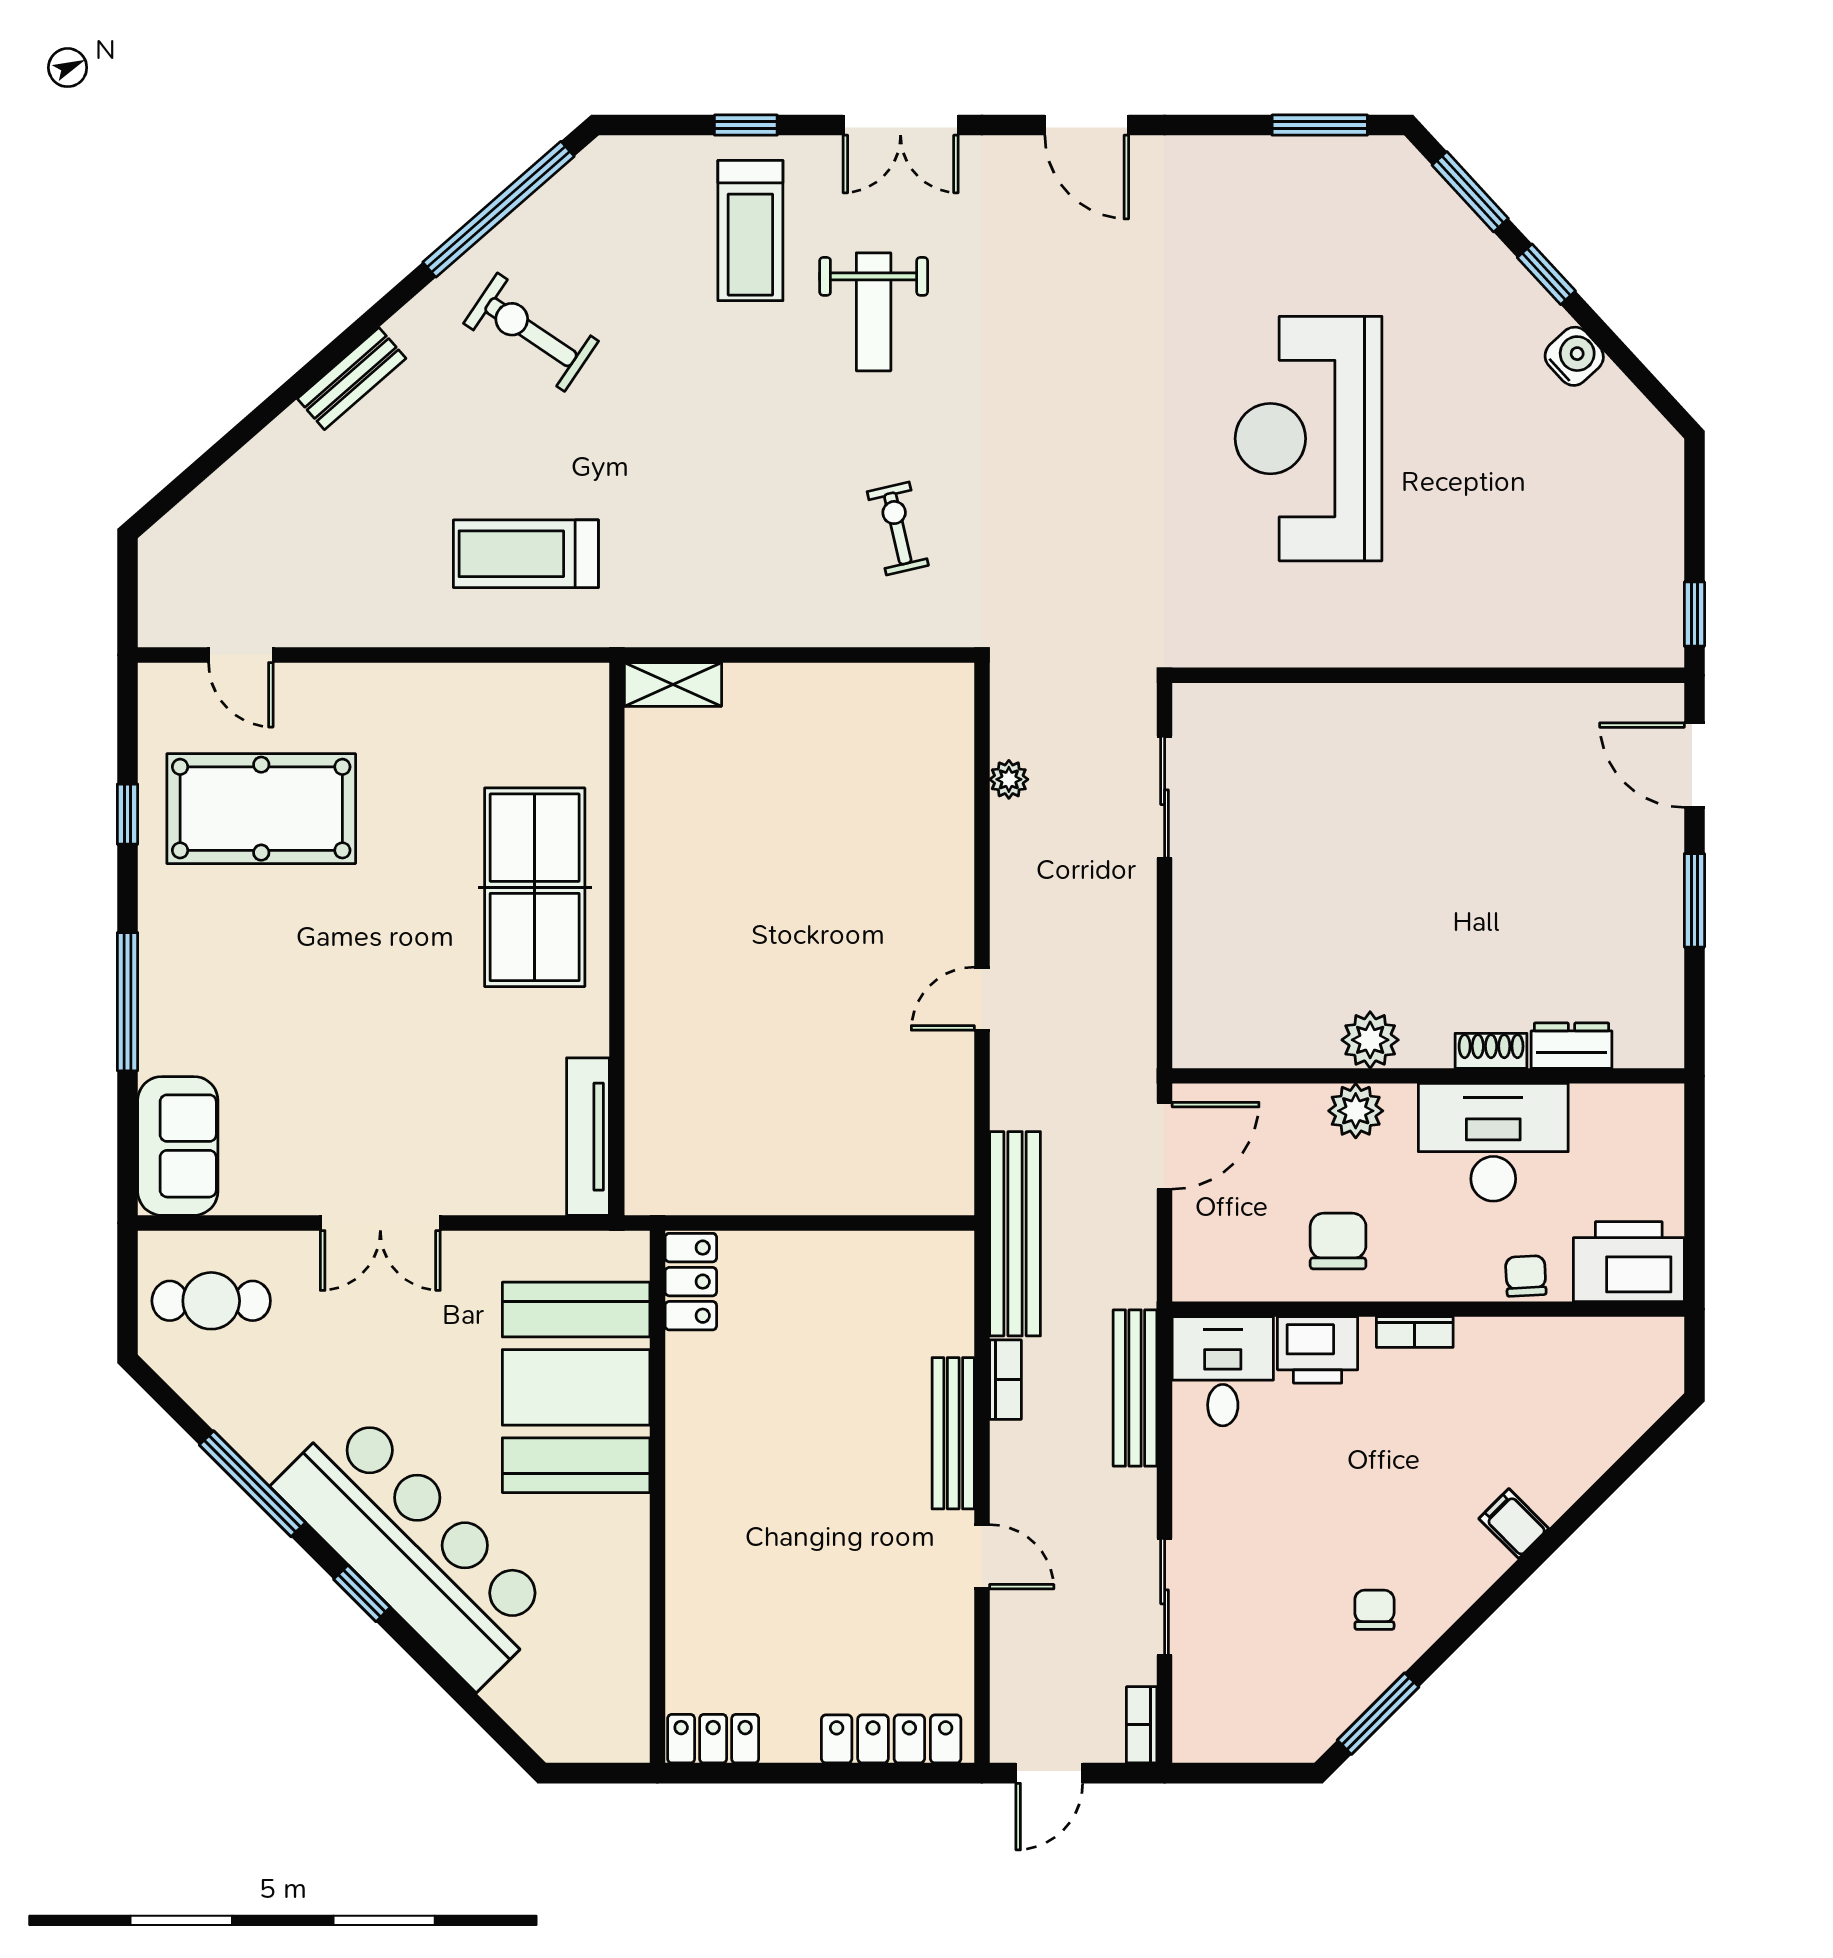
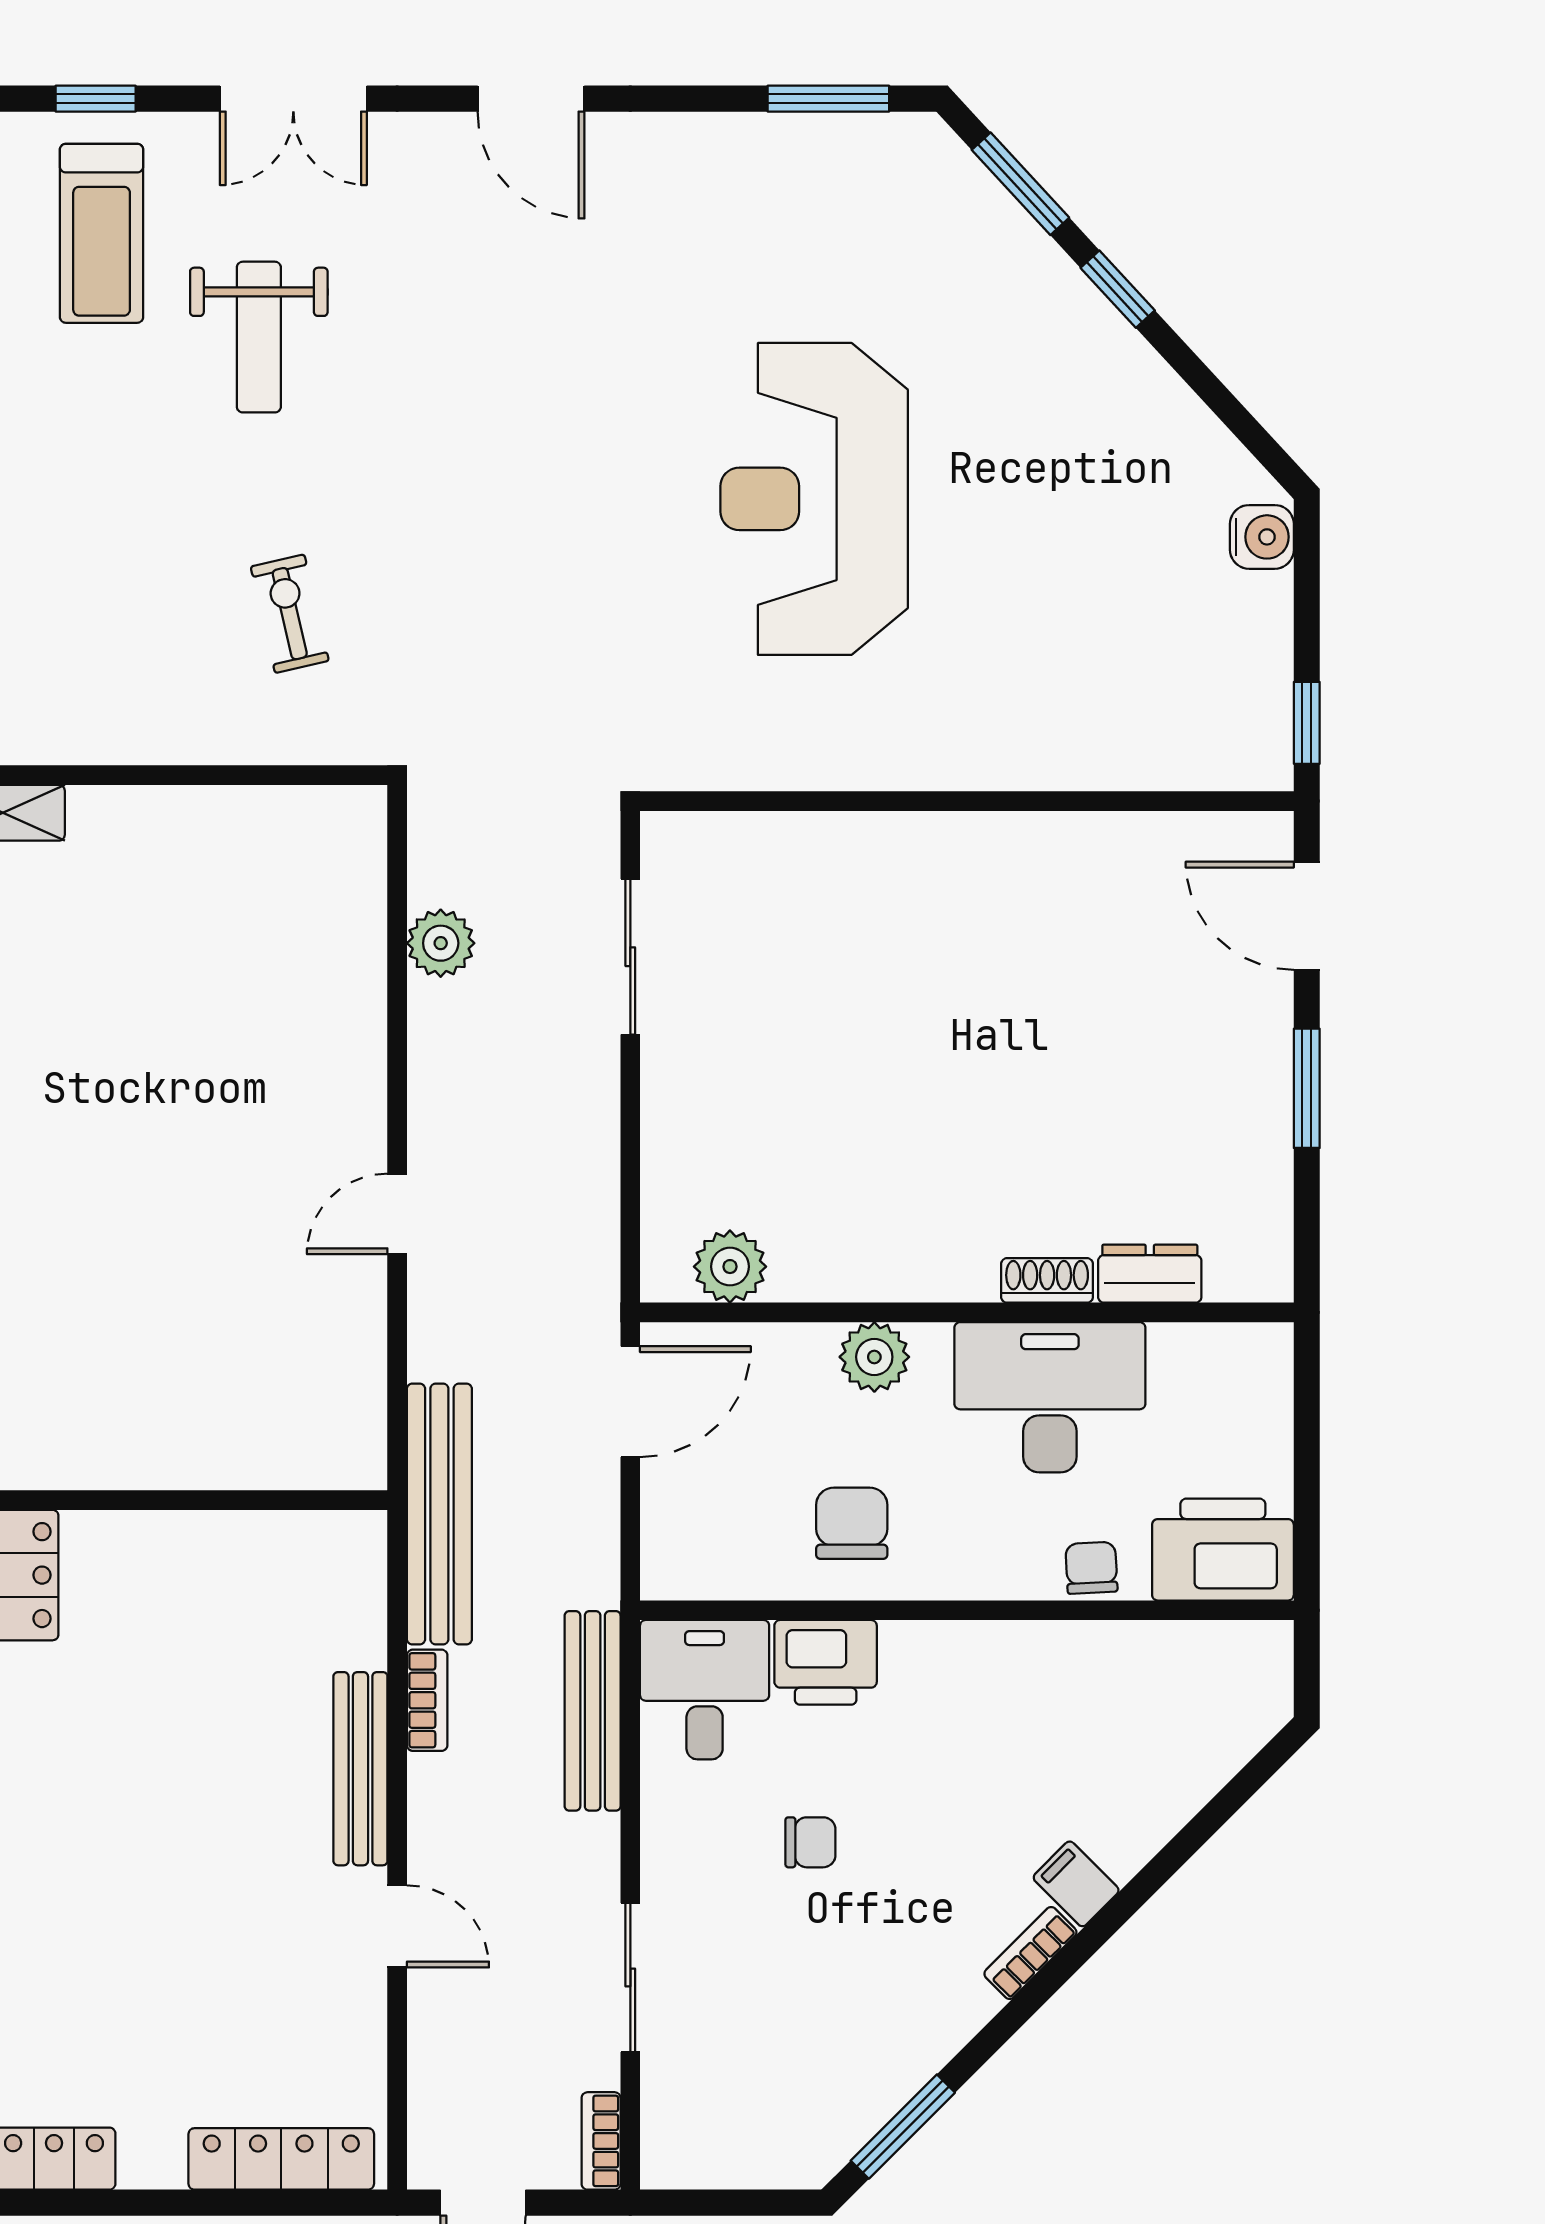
water cooler: (1574, 356) -> (1262, 537), moved, turned 43
plant: (1009, 779) -> (441, 943), width x1.38, depth x1.38
plant: (1370, 1040) -> (730, 1267), moved
bookcase: (1415, 1332) -> (1030, 1953), moved, turned 135
chair: (1374, 1610) -> (810, 1842), moved, turned 90

